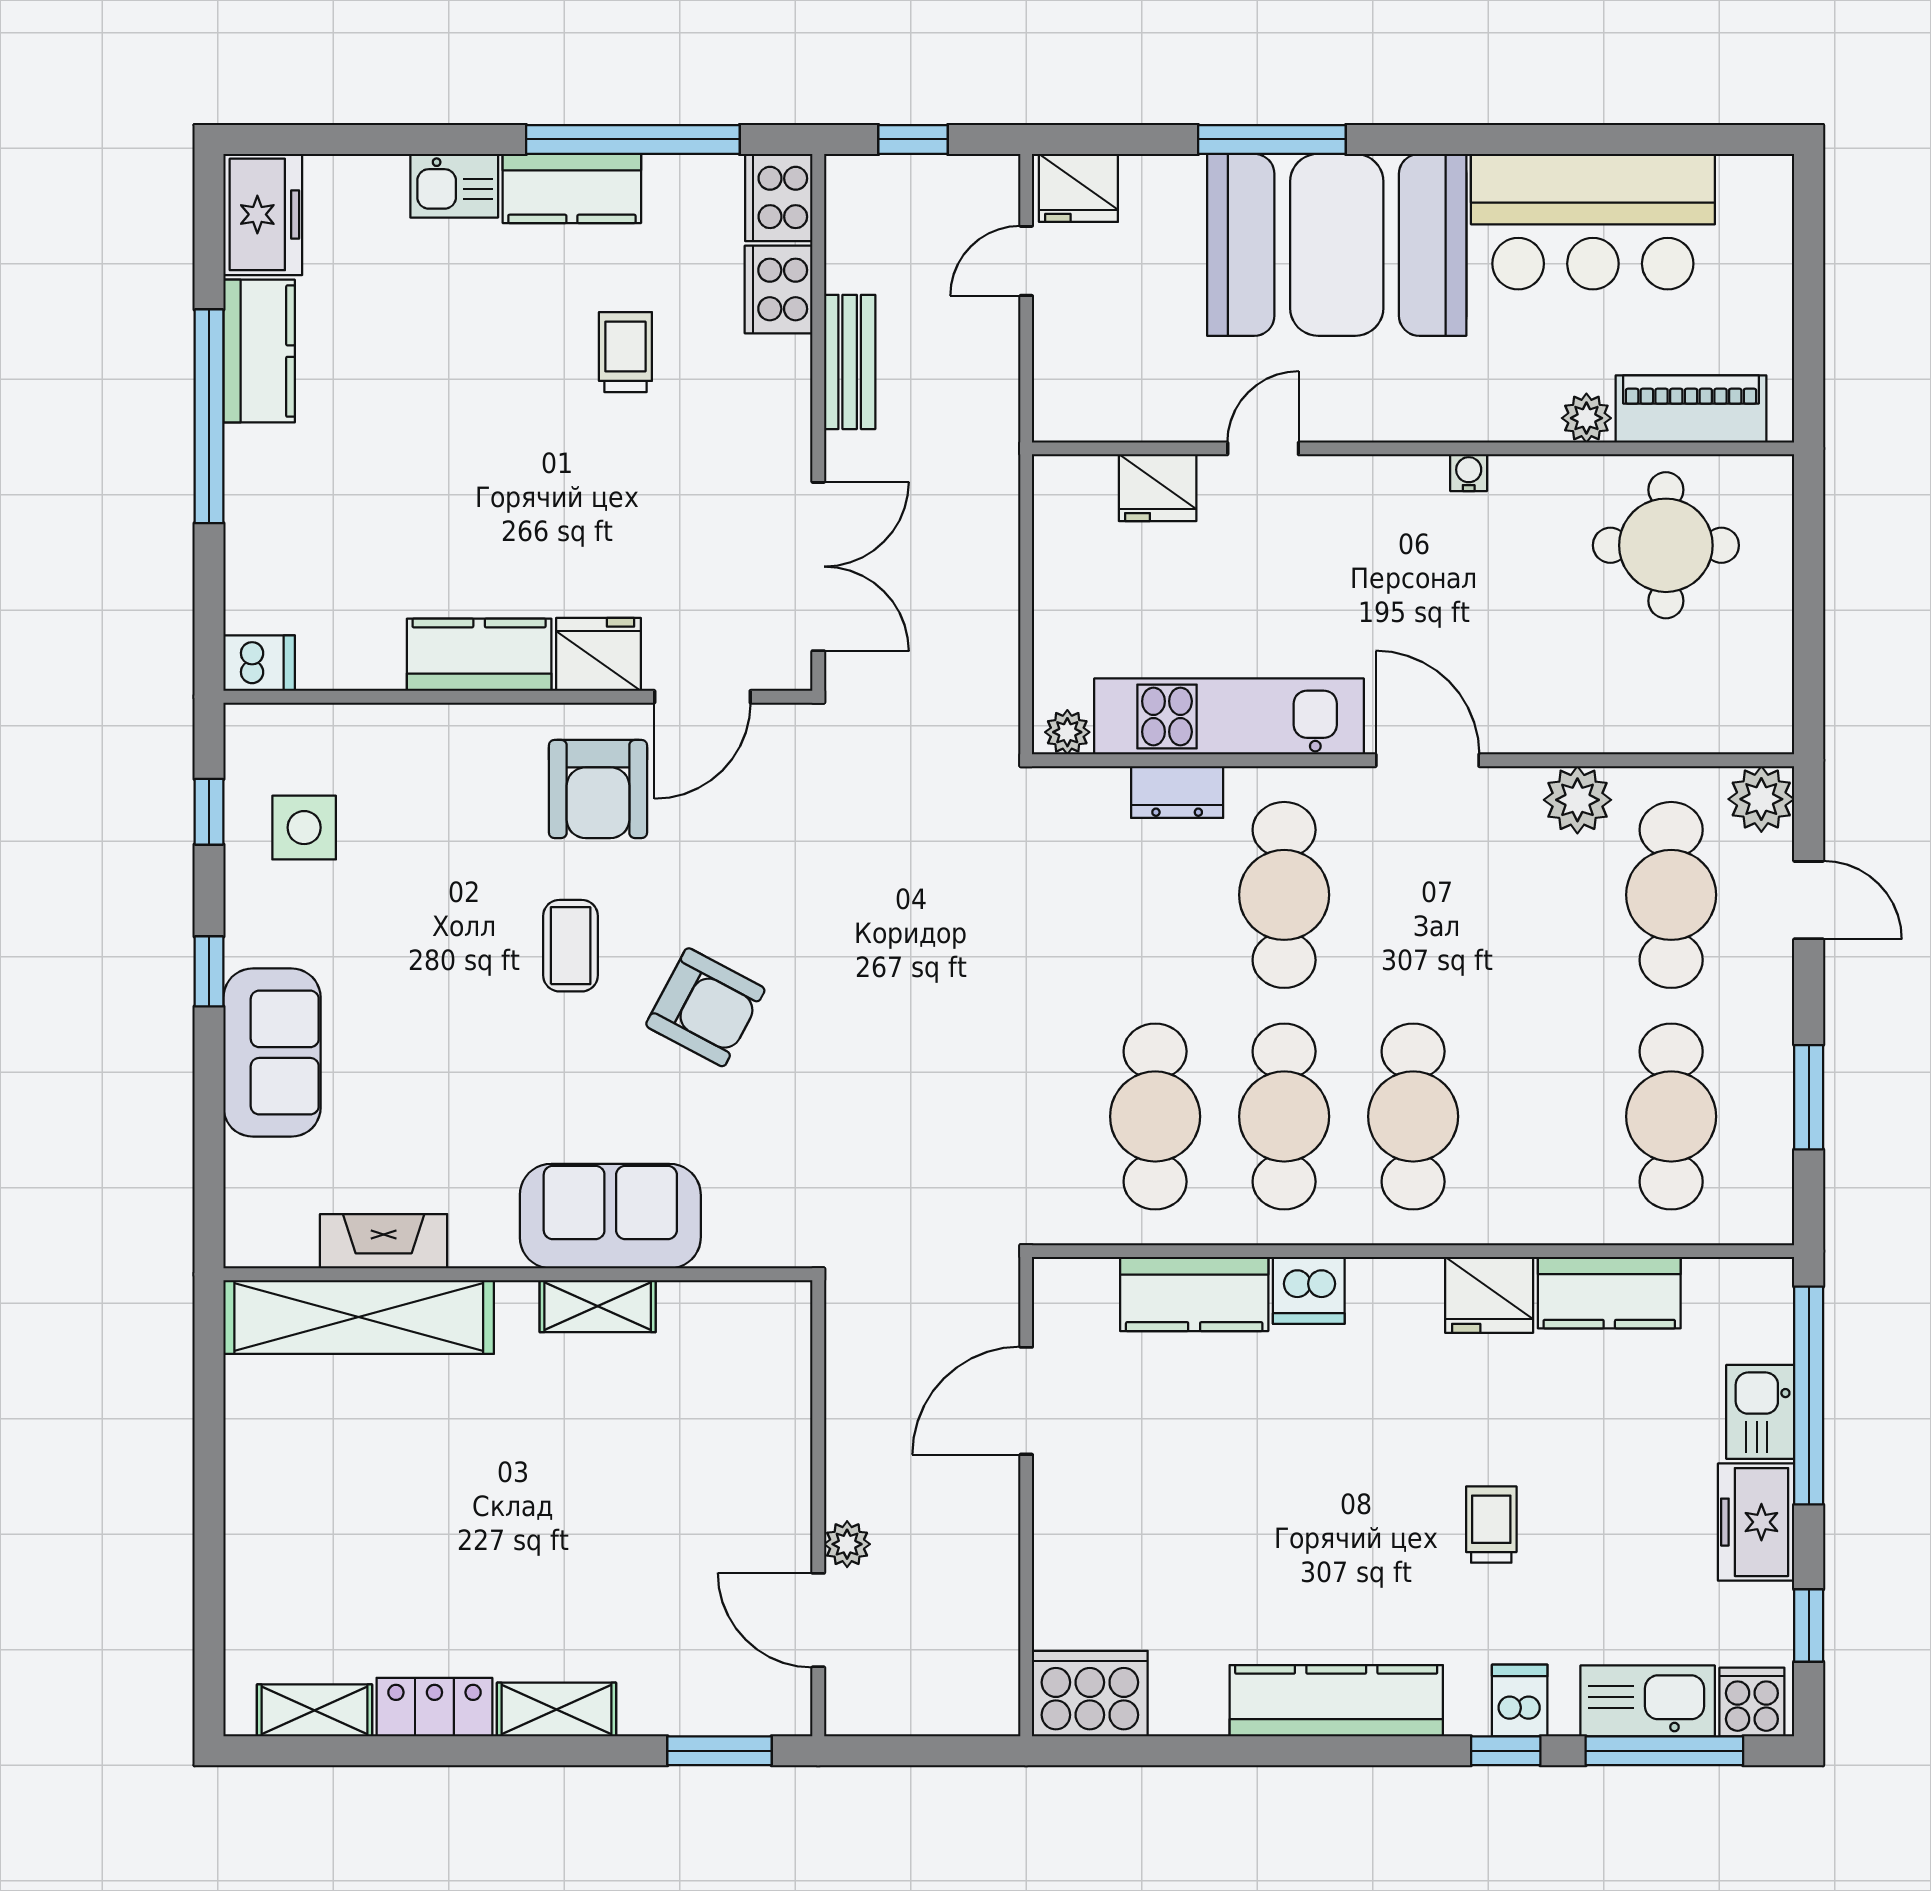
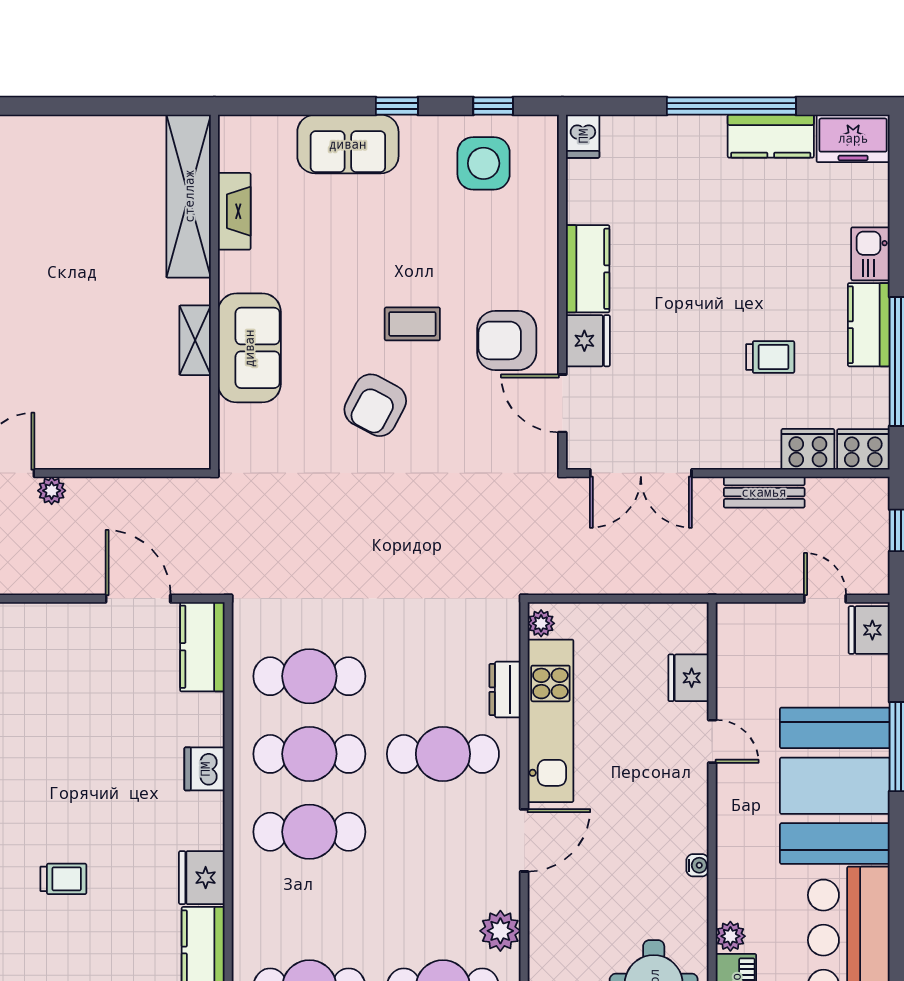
side table: (304, 828) -> (484, 163), width x1.37, depth x1.37
kitchen counter: (1194, 1294) -> (202, 647), moved

